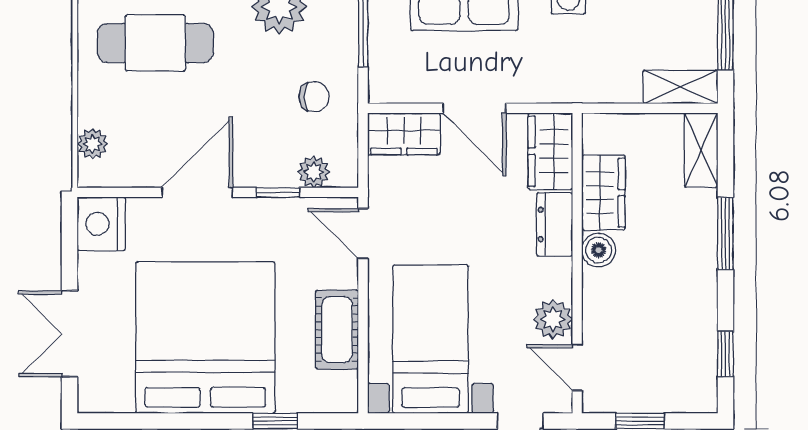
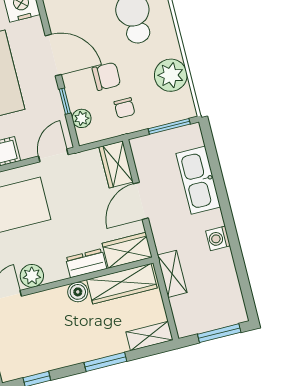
shelving: (680, 87) -> (172, 274), moved
chair: (254, 113) -> (106, 76), added
wardrobe: (603, 193) -> (122, 284), width x1.50

